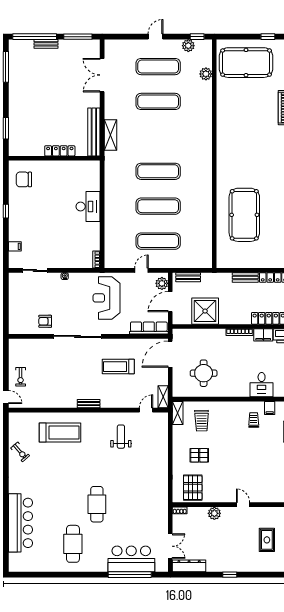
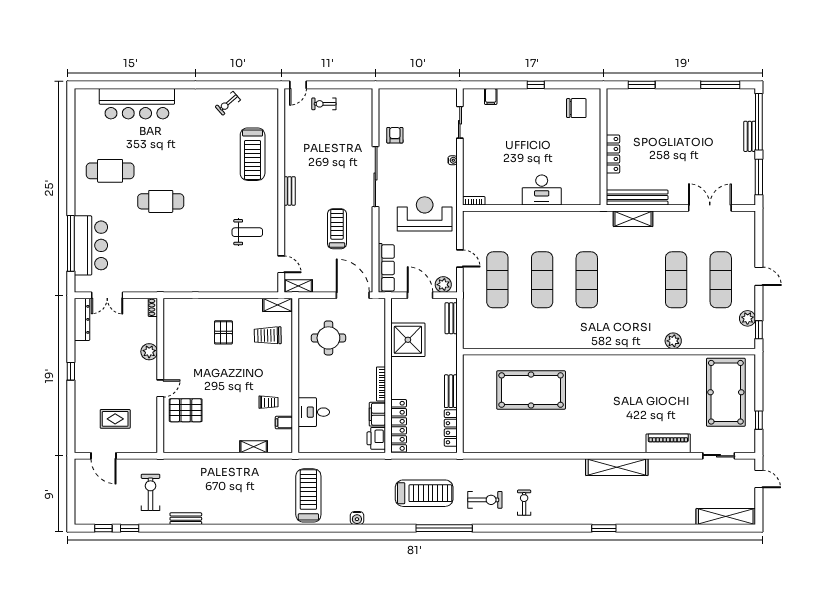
plant: (206, 74) -> (673, 341), moved
chair: (24, 179) -> (576, 108), turned 90
pallet: (193, 488) -> (186, 410), moved

